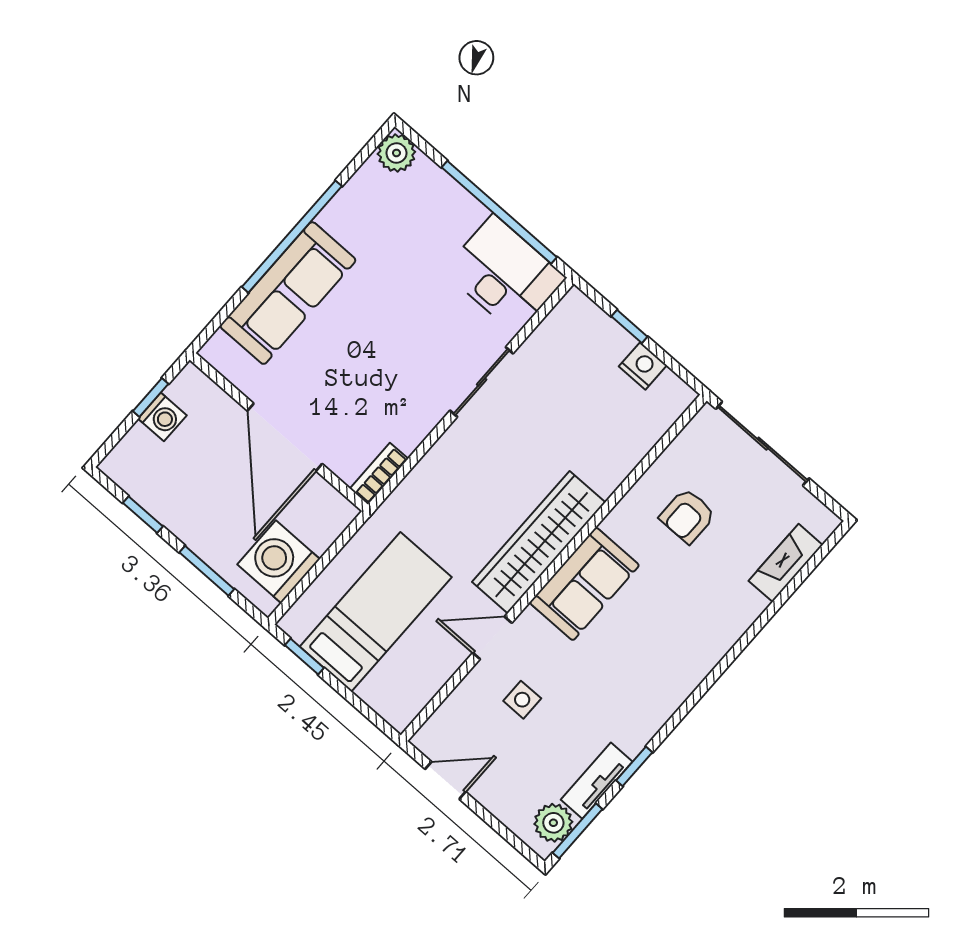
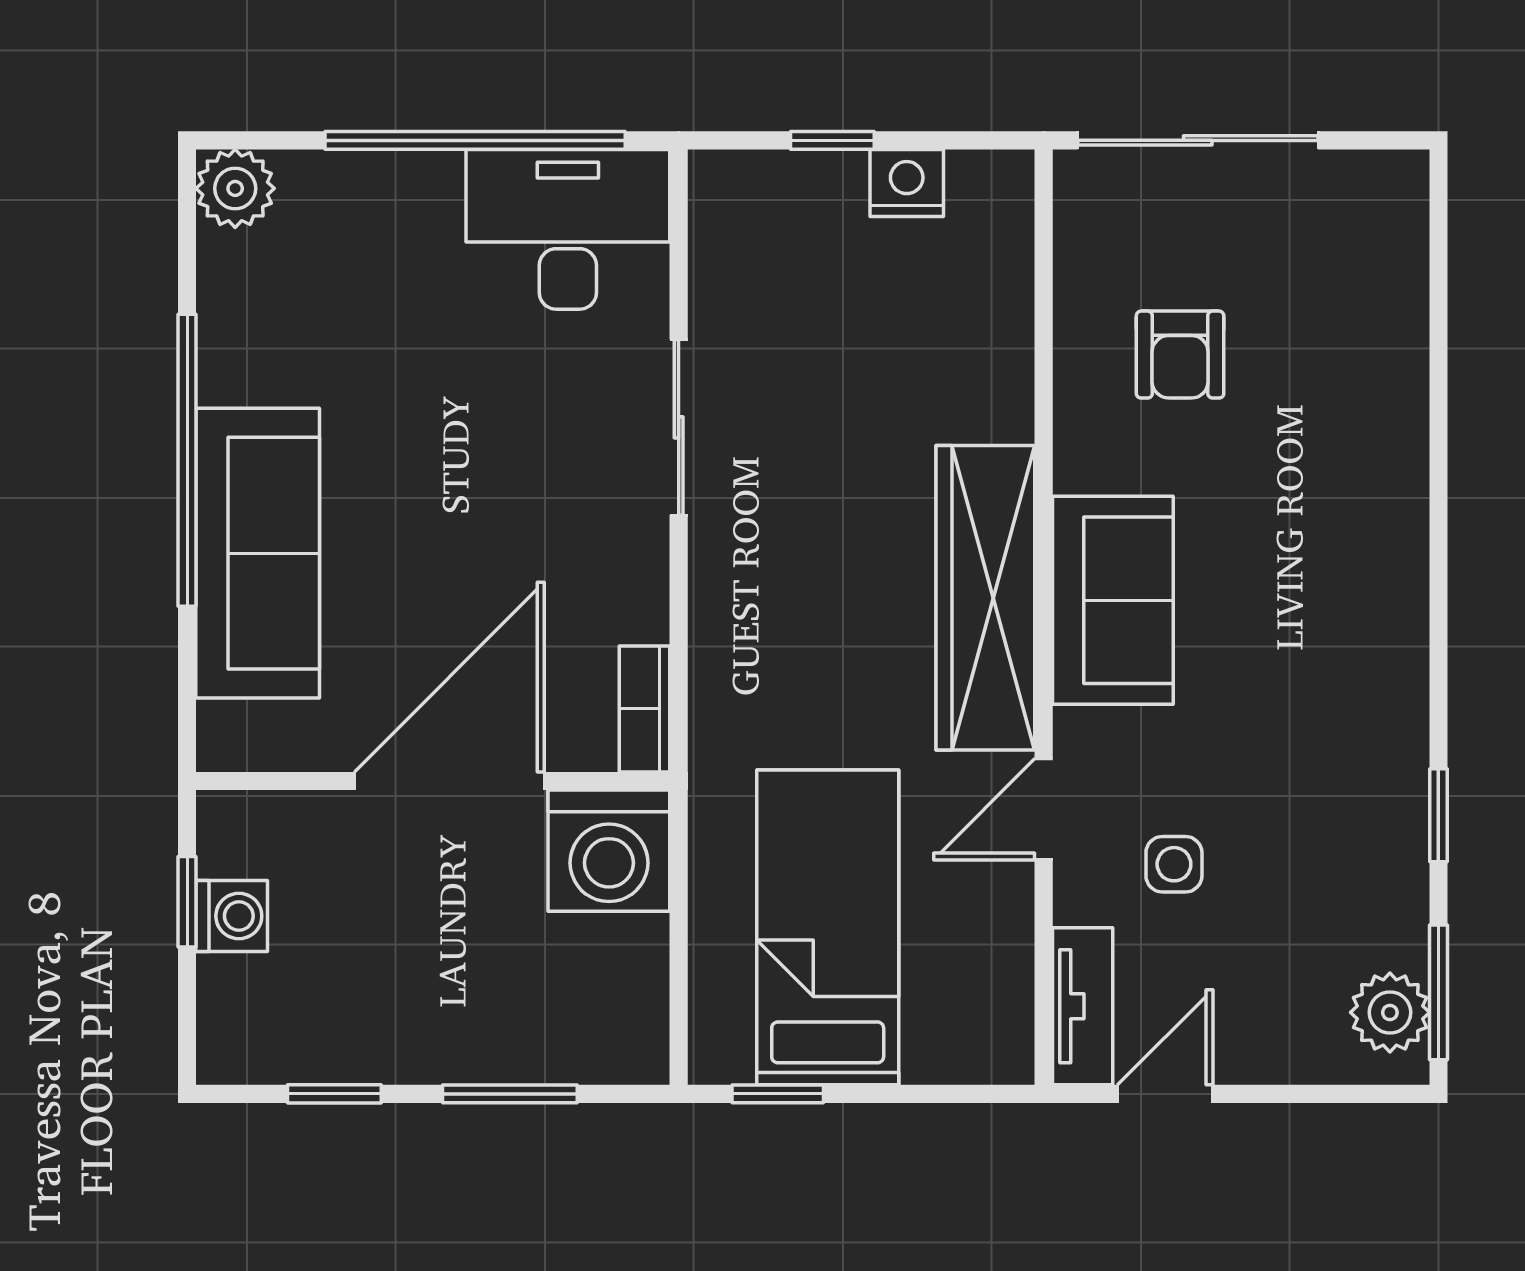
door: (285, 437) -> (449, 781), swing flipped
washing machine: (279, 562) -> (609, 851), moved, turned -90
fireplace: (786, 563) -> (1396, 294), removed
tv unit: (597, 781) -> (1083, 1006), moved, turned 180

